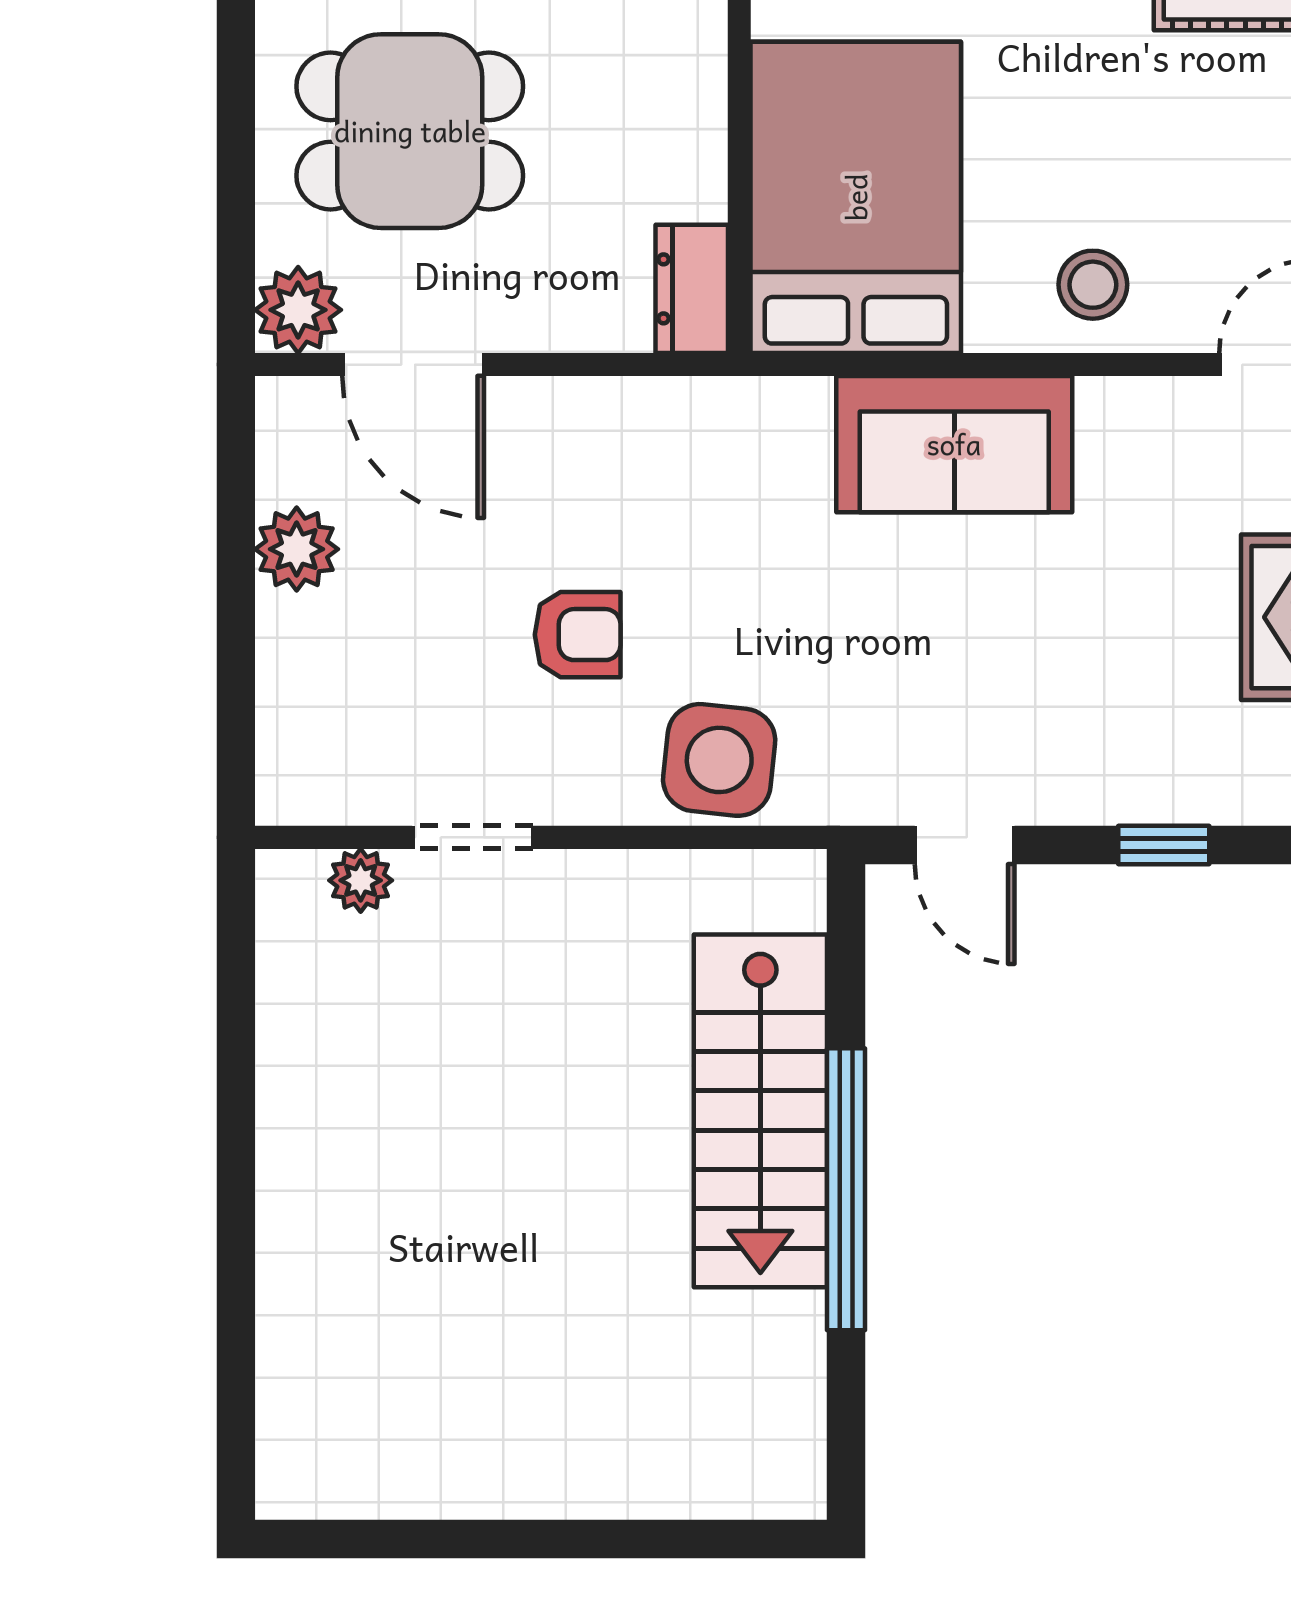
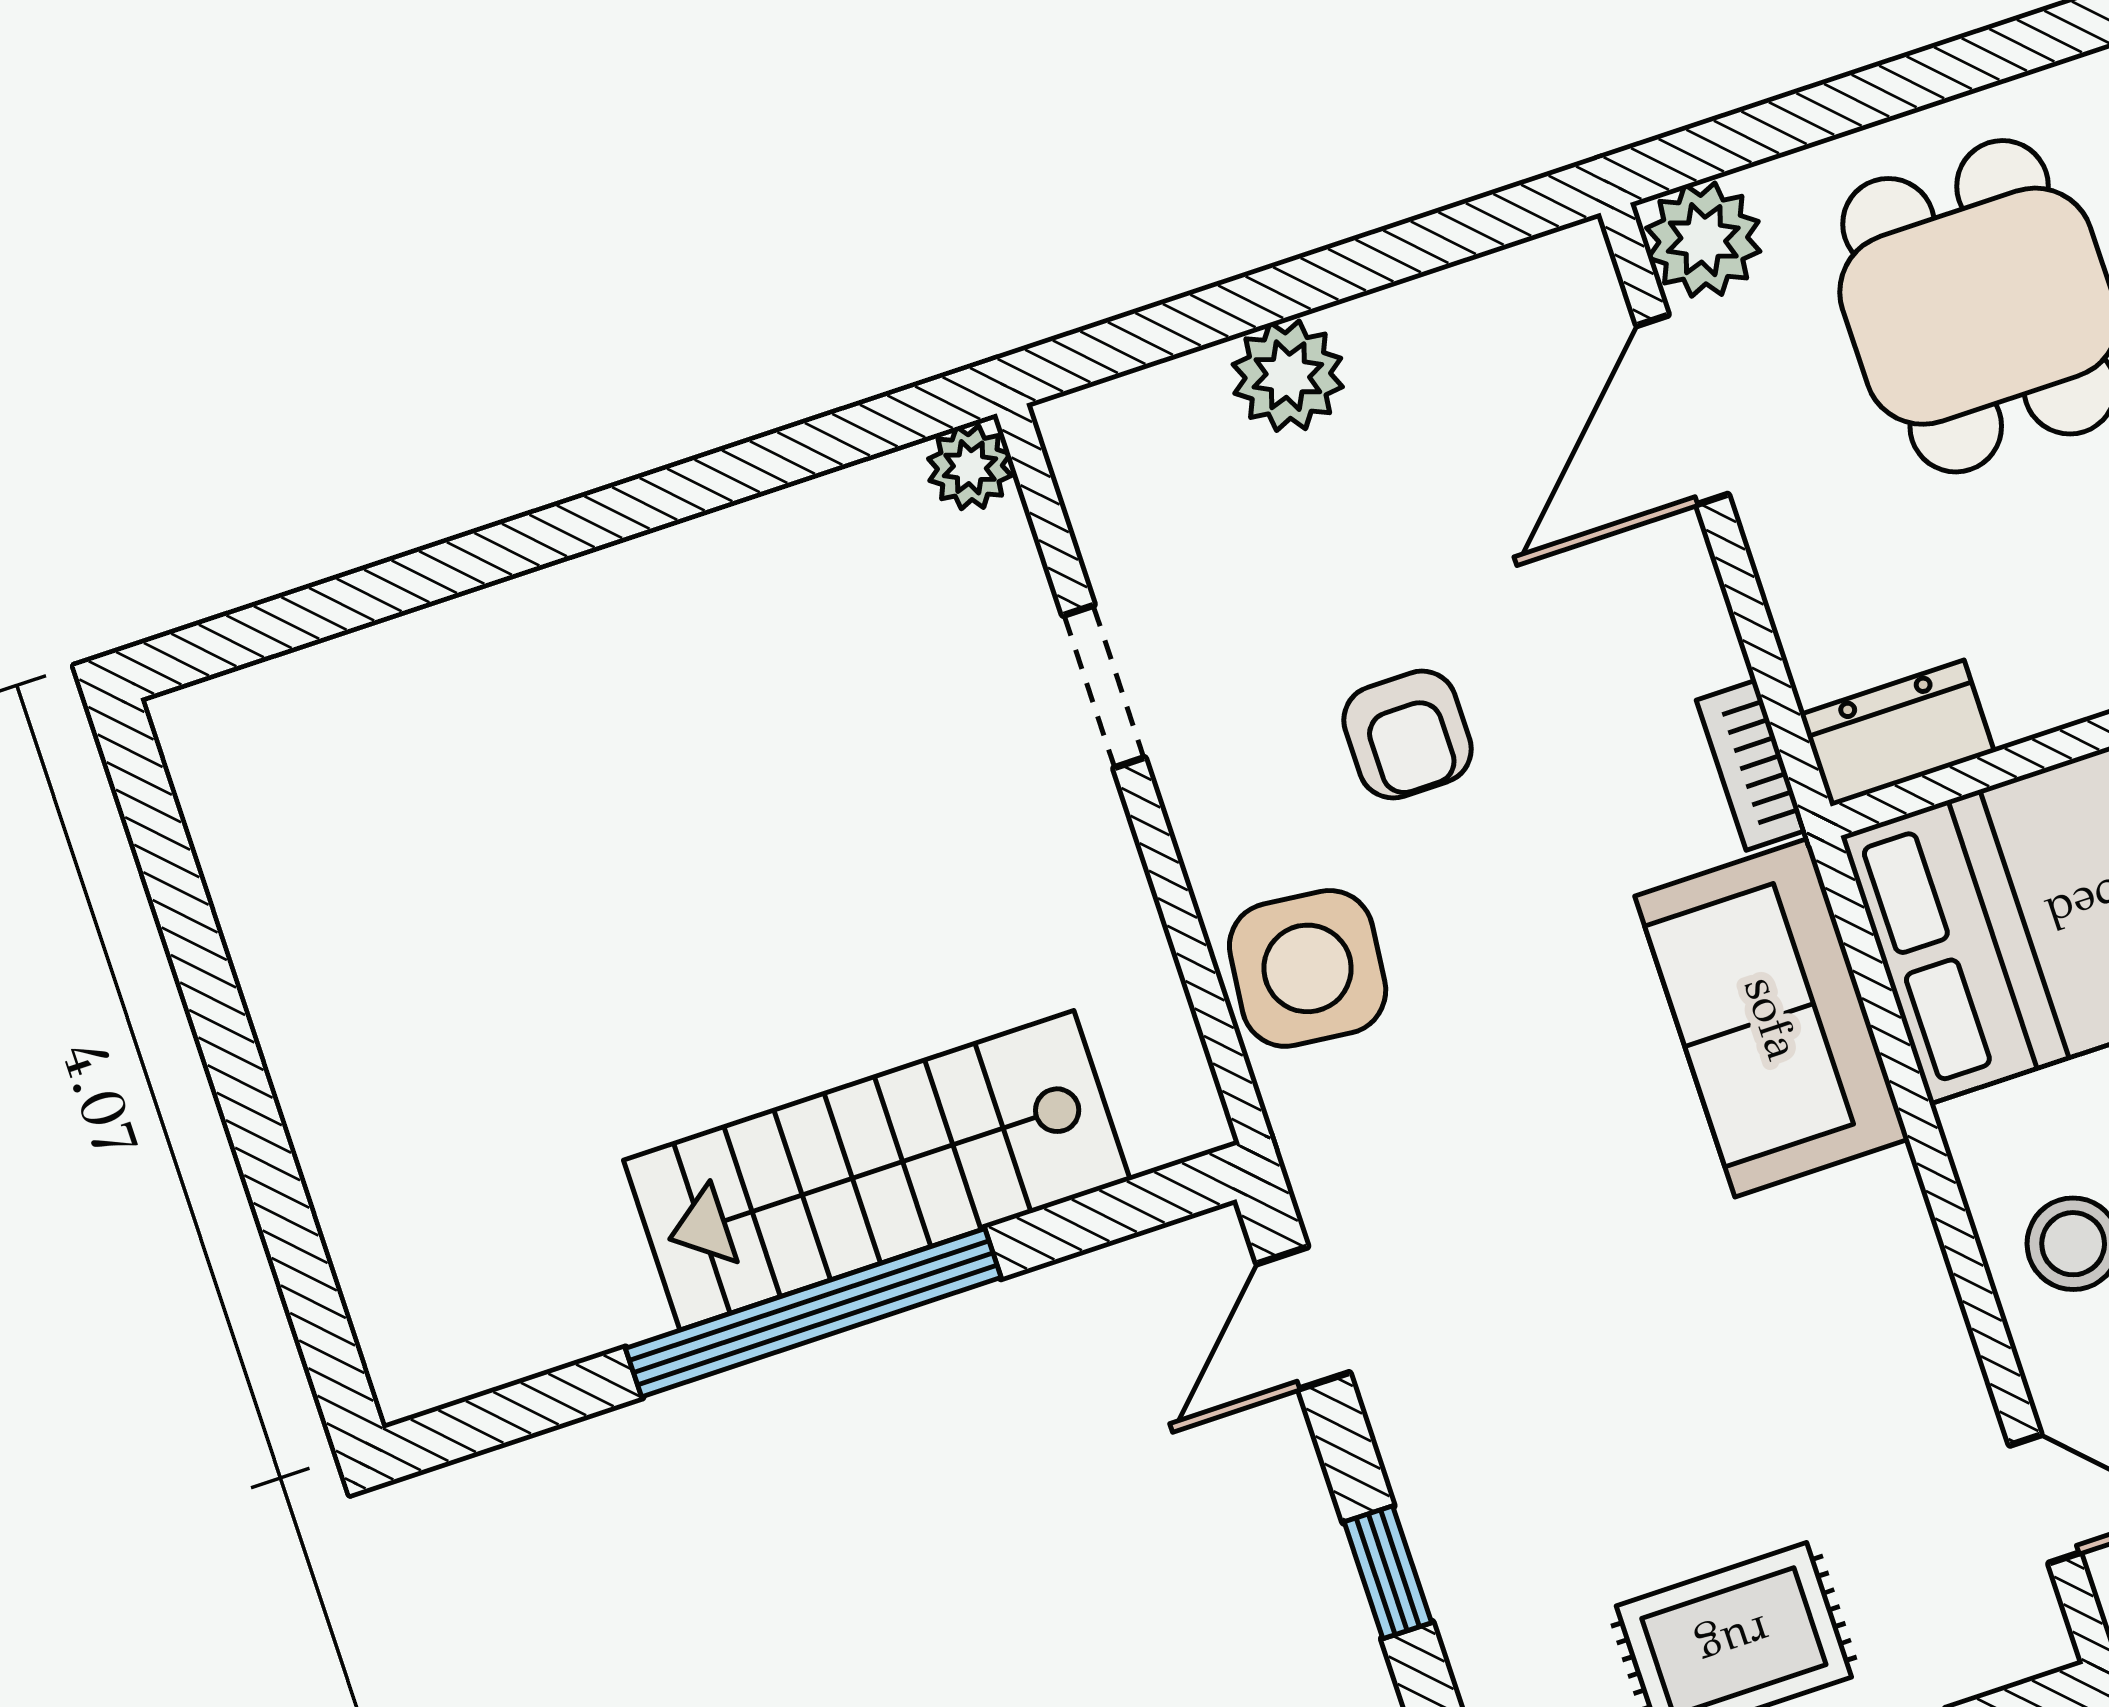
bookcase: (680, 399) -> (1751, 765), added
sofa: (954, 444) -> (1772, 1018), moved
plant: (297, 549) -> (1288, 376), moved
plant: (361, 880) -> (970, 467), moved

